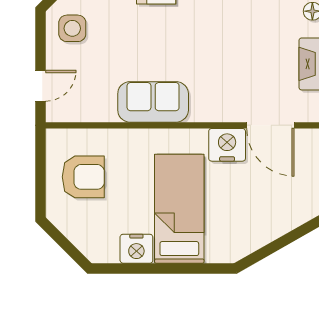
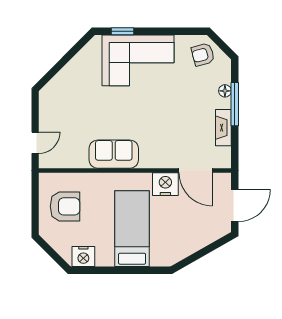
side table: (72, 28) -> (57, 103), removed
nightstand: (136, 249) -> (83, 257), moved

